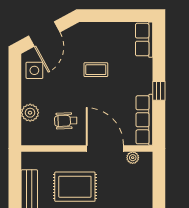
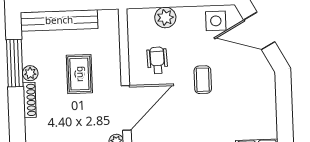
coffee table: (96, 70) -> (203, 80), moved
rug: (75, 187) -> (79, 74), width x0.73, depth x0.70

